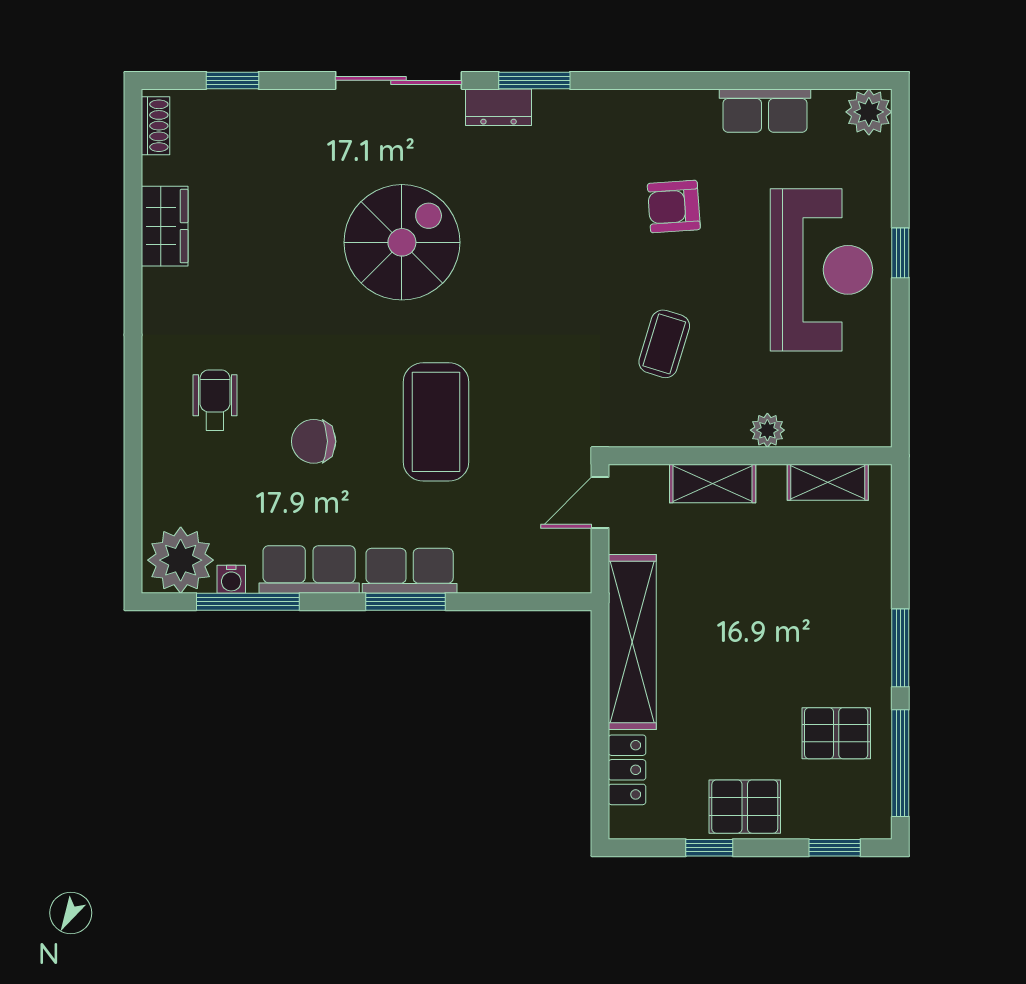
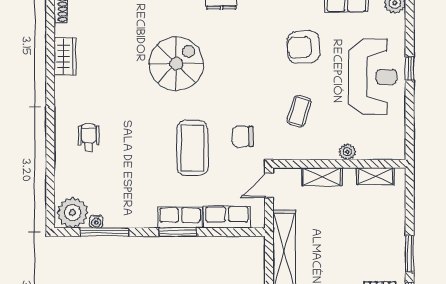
armchair: (674, 207) -> (304, 47), width x1.38, depth x1.38
chair: (314, 441) -> (243, 136), moved
row of seats: (309, 569) -> (227, 217), moved

